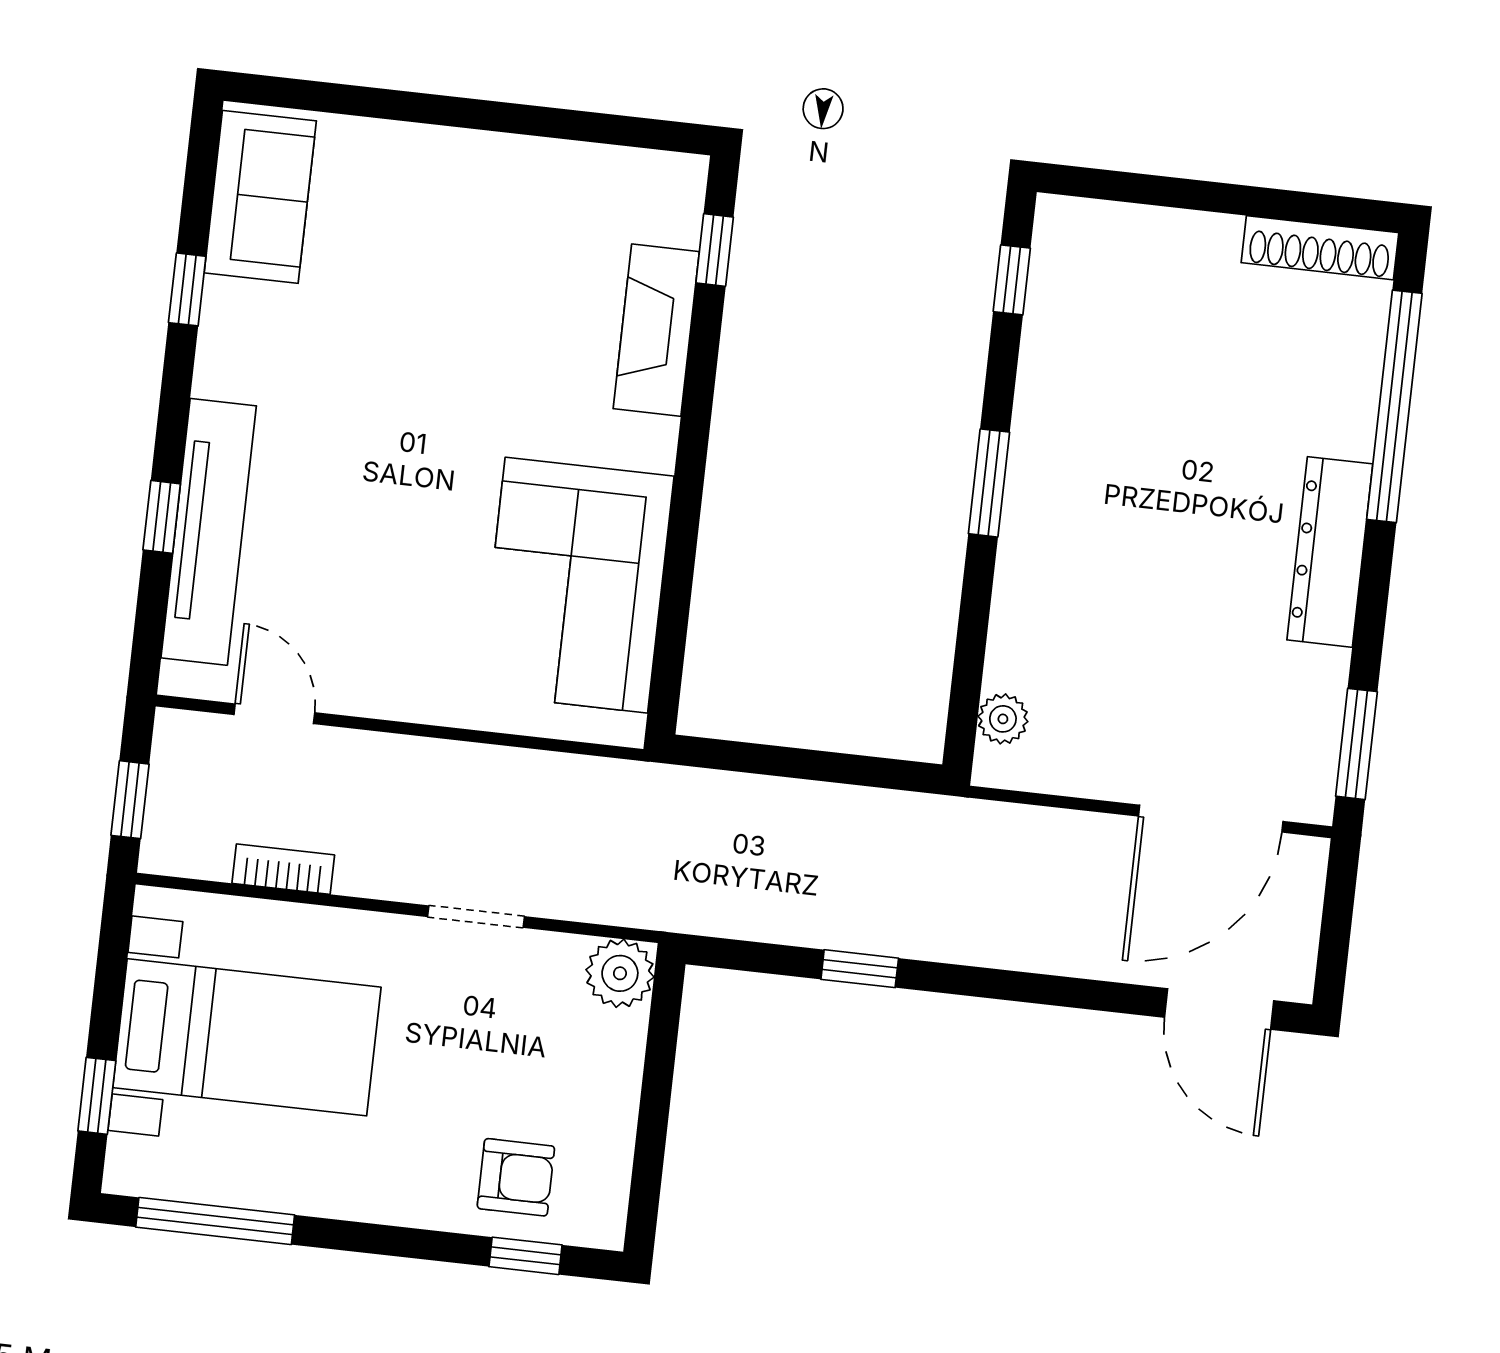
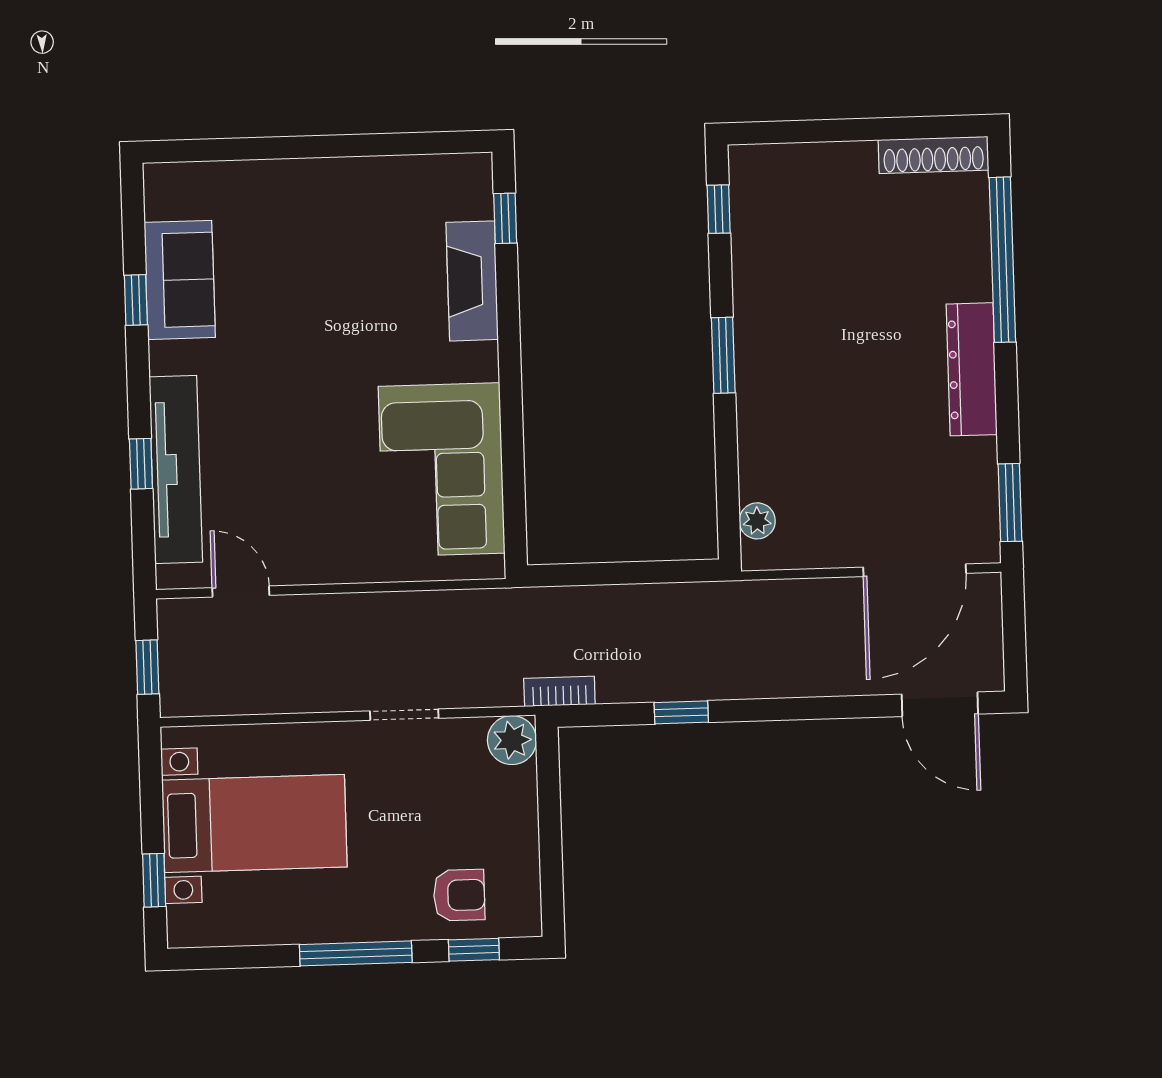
sofa: (260, 197) -> (180, 280), moved
bookcase: (283, 869) -> (559, 691), moved
window: (215, 1221) -> (356, 953), moved

